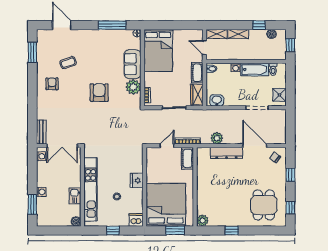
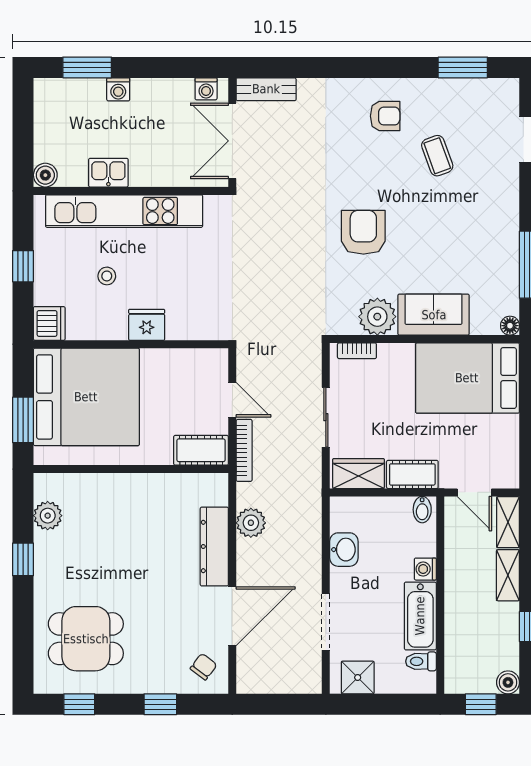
boiler: (271, 34) -> (508, 682), moved
door: (205, 48) -> (474, 492), swing flipped
armchair: (99, 93) -> (363, 232), turned -90
washbasin: (217, 100) -> (344, 550), moved
plant: (202, 220) -> (48, 516), moved

